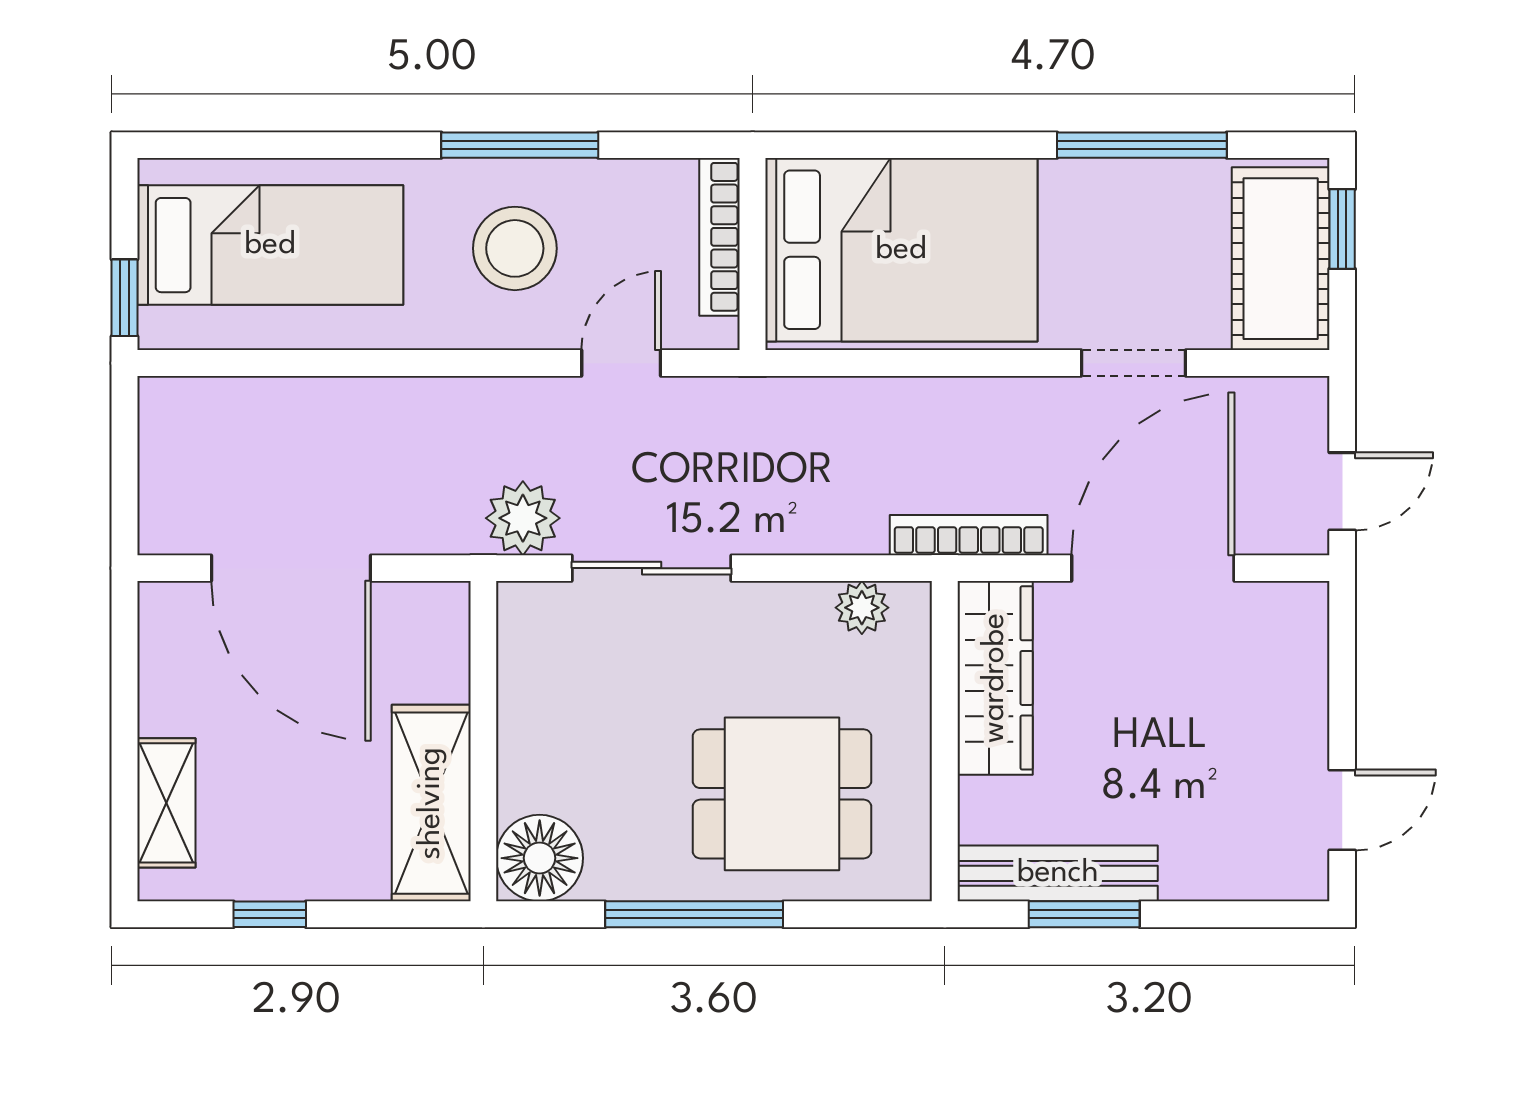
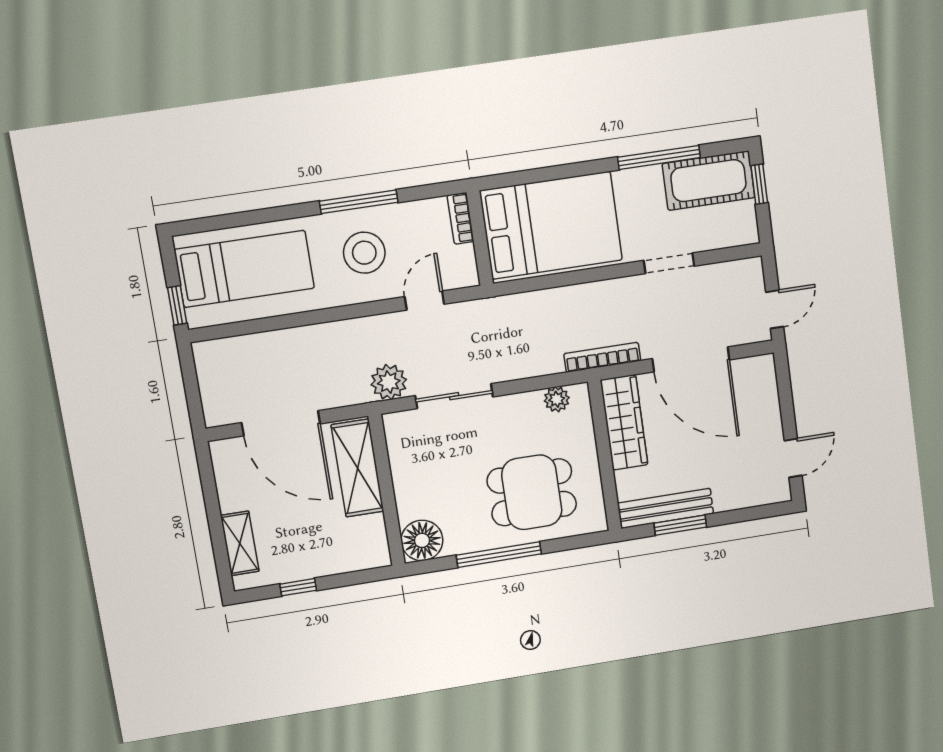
bookcase: (720, 237) -> (461, 218), width x0.64
cot: (1281, 259) -> (709, 181), moved, turned 90
door: (1153, 568) -> (691, 359), swing flipped
shelving: (431, 803) -> (358, 468), moved

